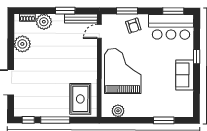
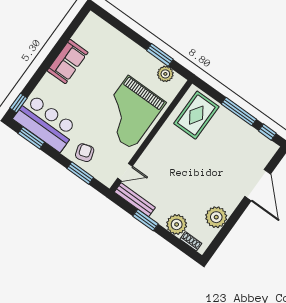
window: (197, 57) -> (18, 103), moved
window: (164, 120) -> (160, 55), moved

